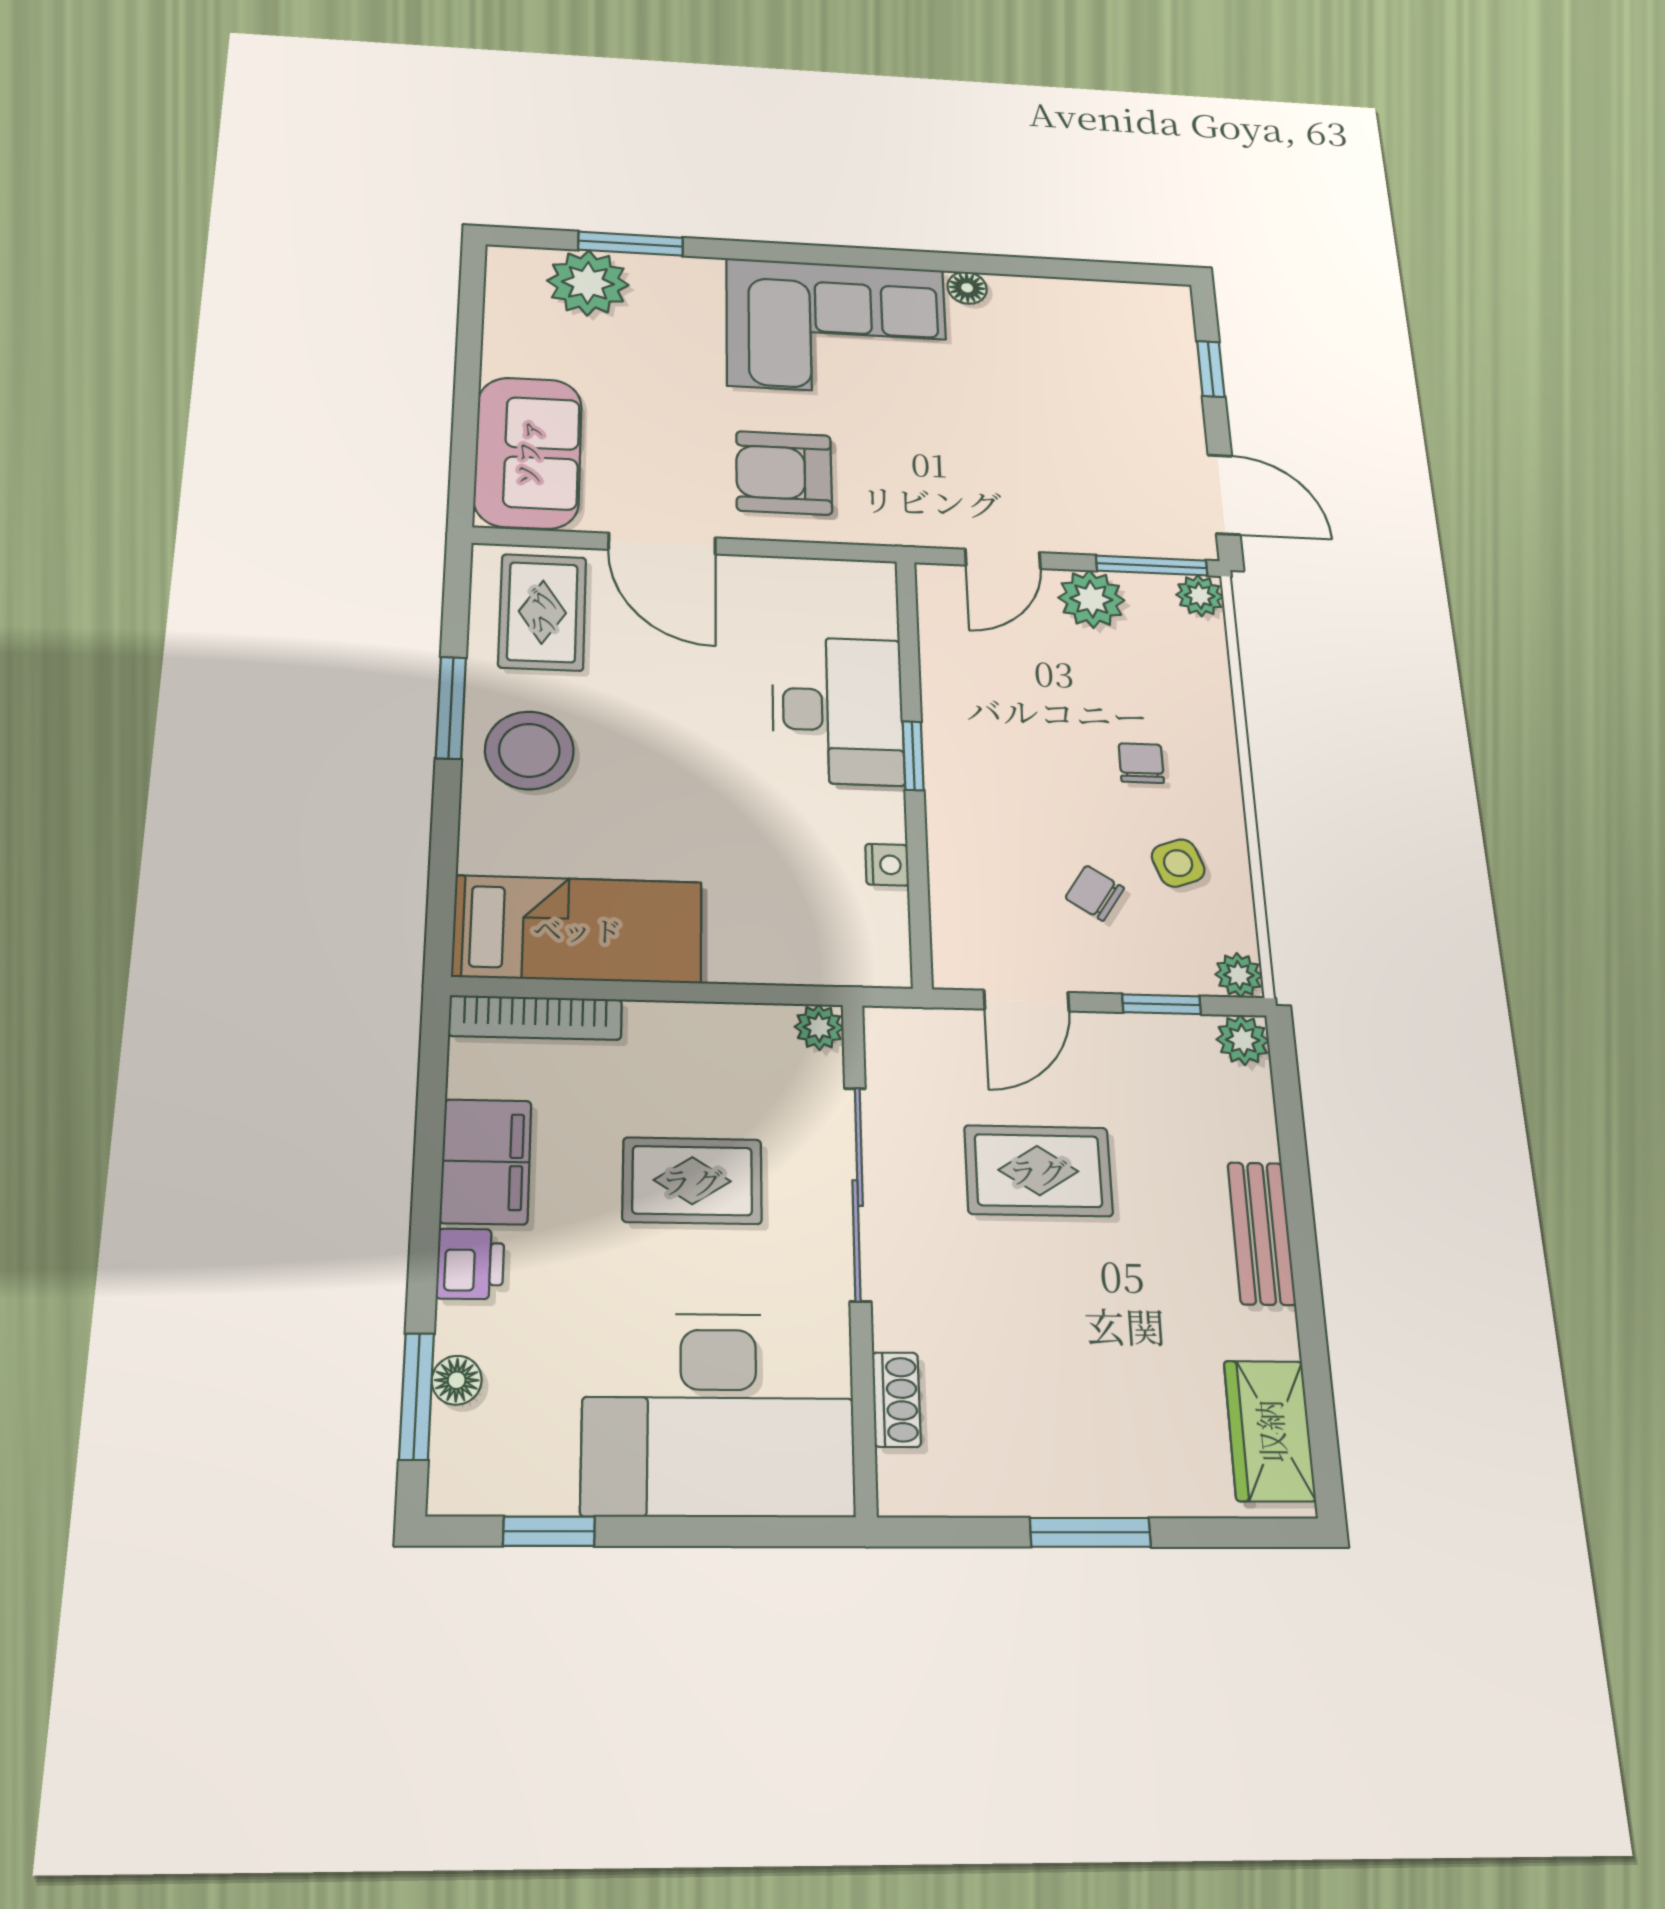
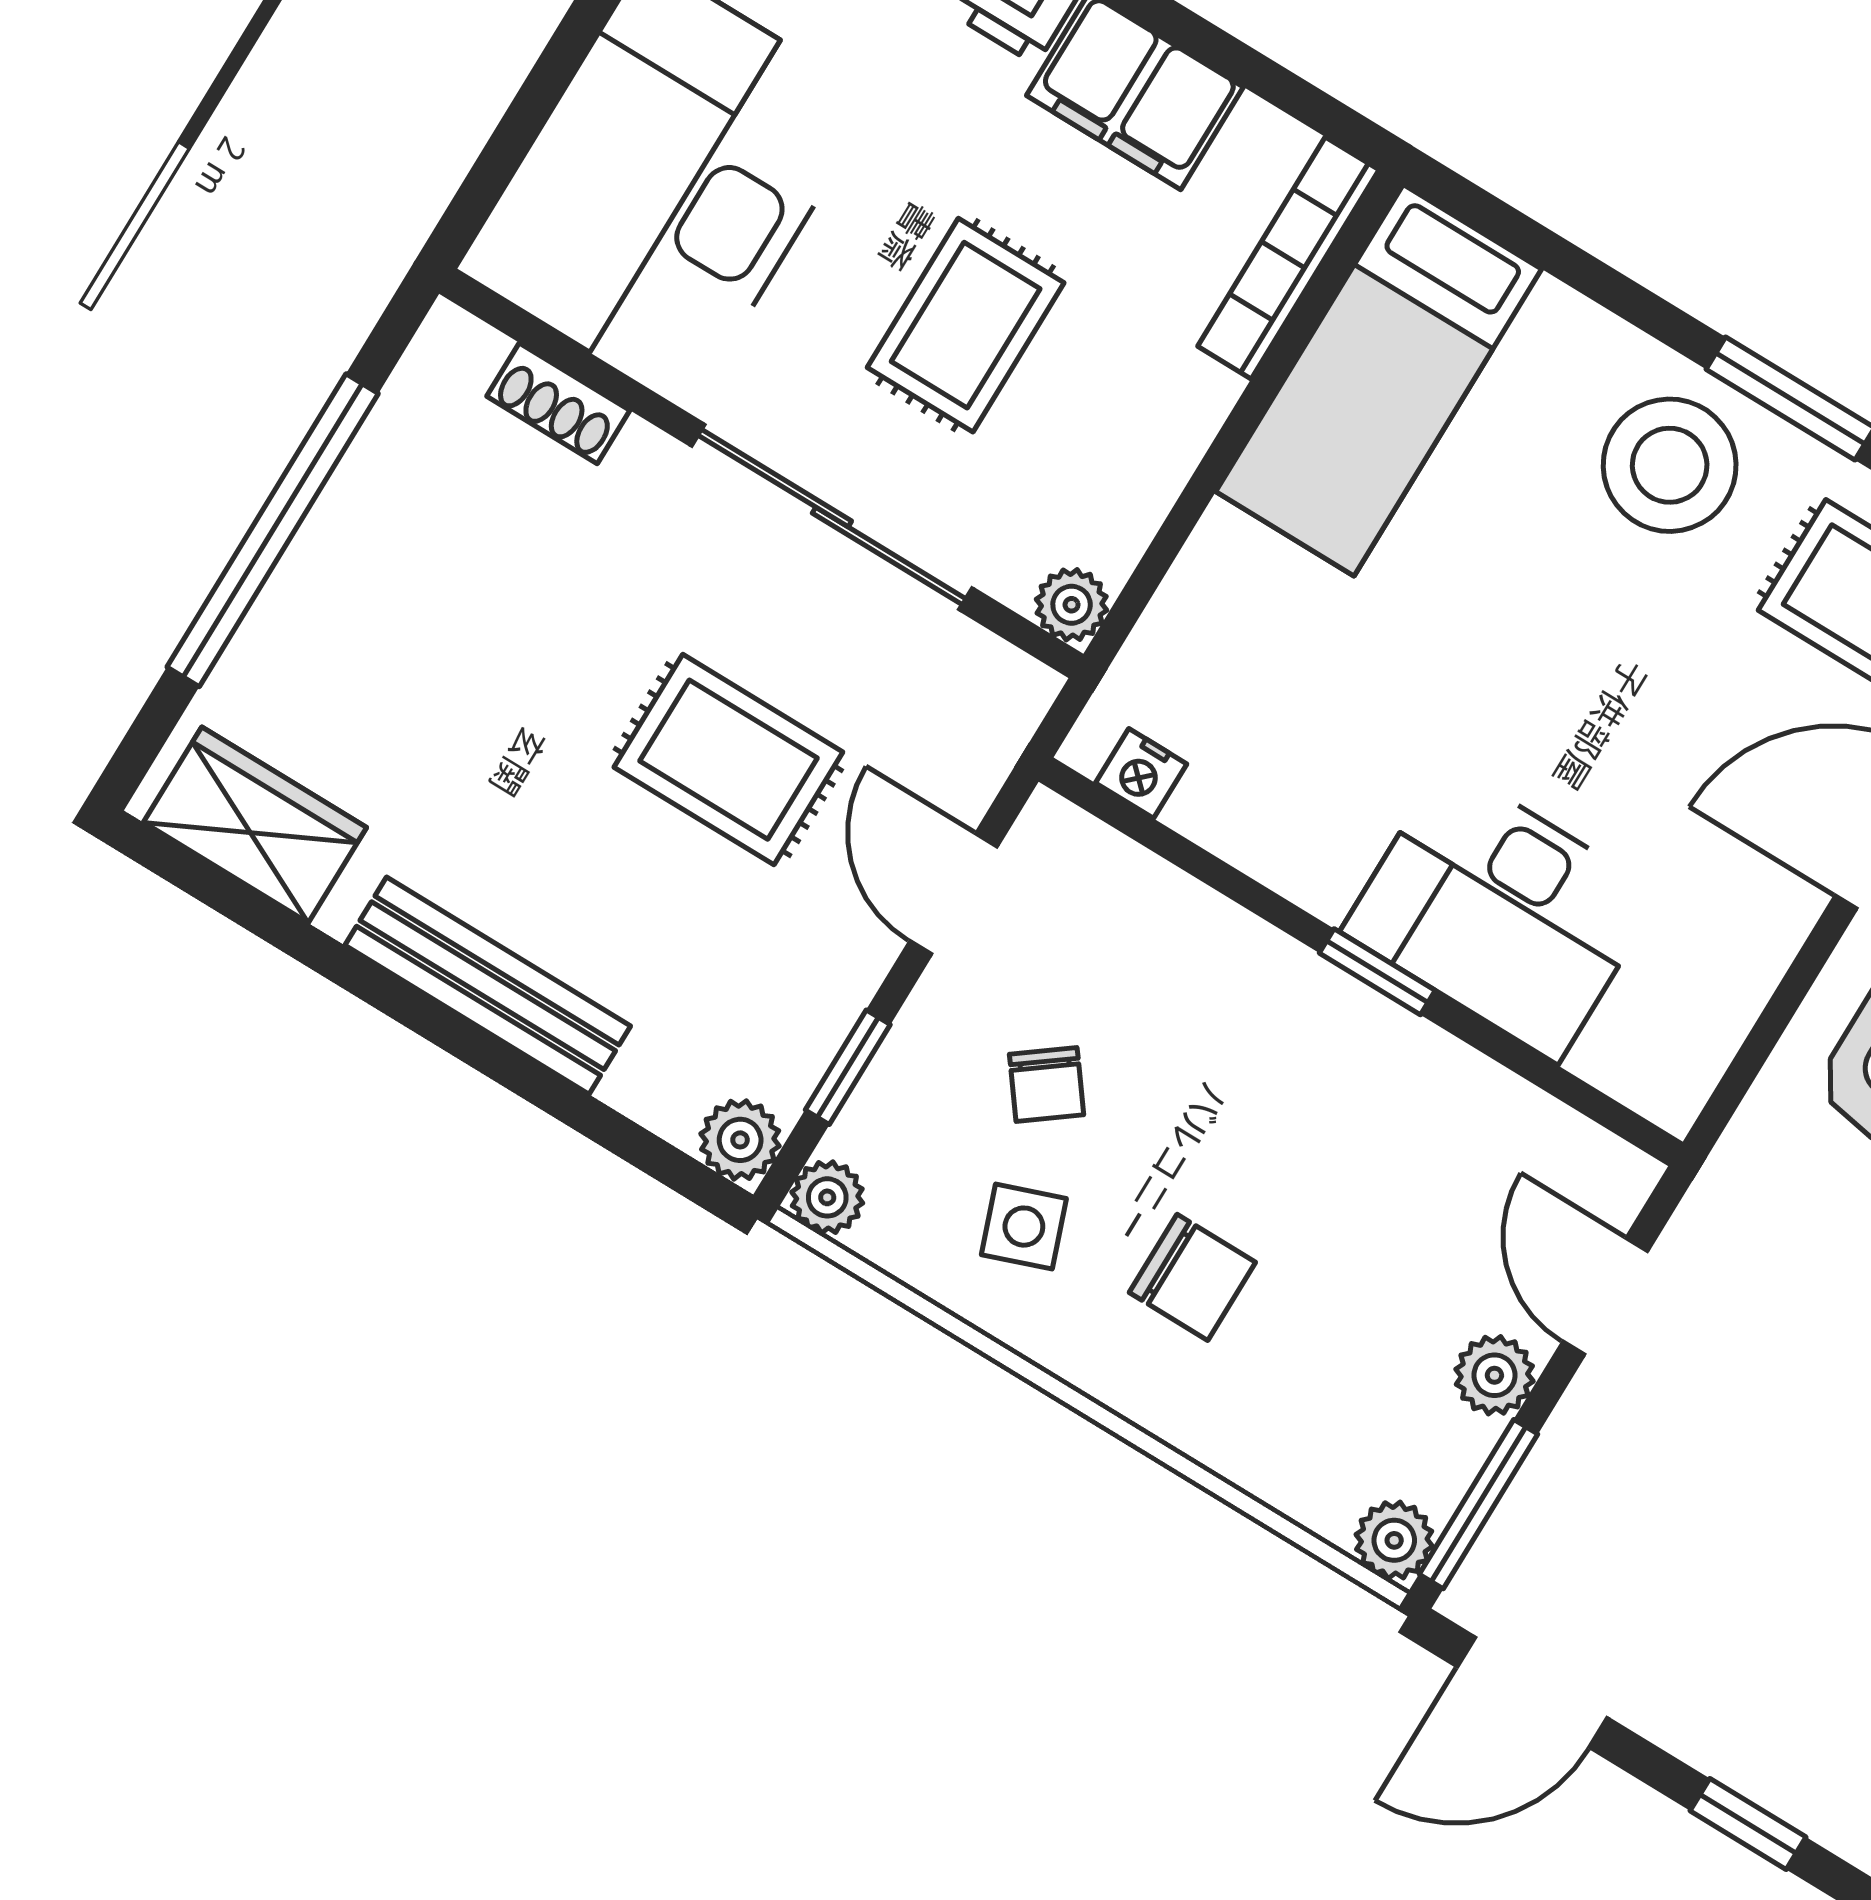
plant: (1091, 599) -> (1494, 1375), width x0.73, depth x0.73
chair: (1141, 763) -> (1192, 1277), width x1.37, depth x1.37
nightstand: (887, 865) -> (1141, 773), moved
chair: (1095, 893) -> (1047, 1085), turned 110
rug: (1038, 1171) -> (728, 760), turned 90
bench: (1262, 1233) -> (488, 986), width x1.36
window: (1090, 1532) -> (273, 530), width x2.11

